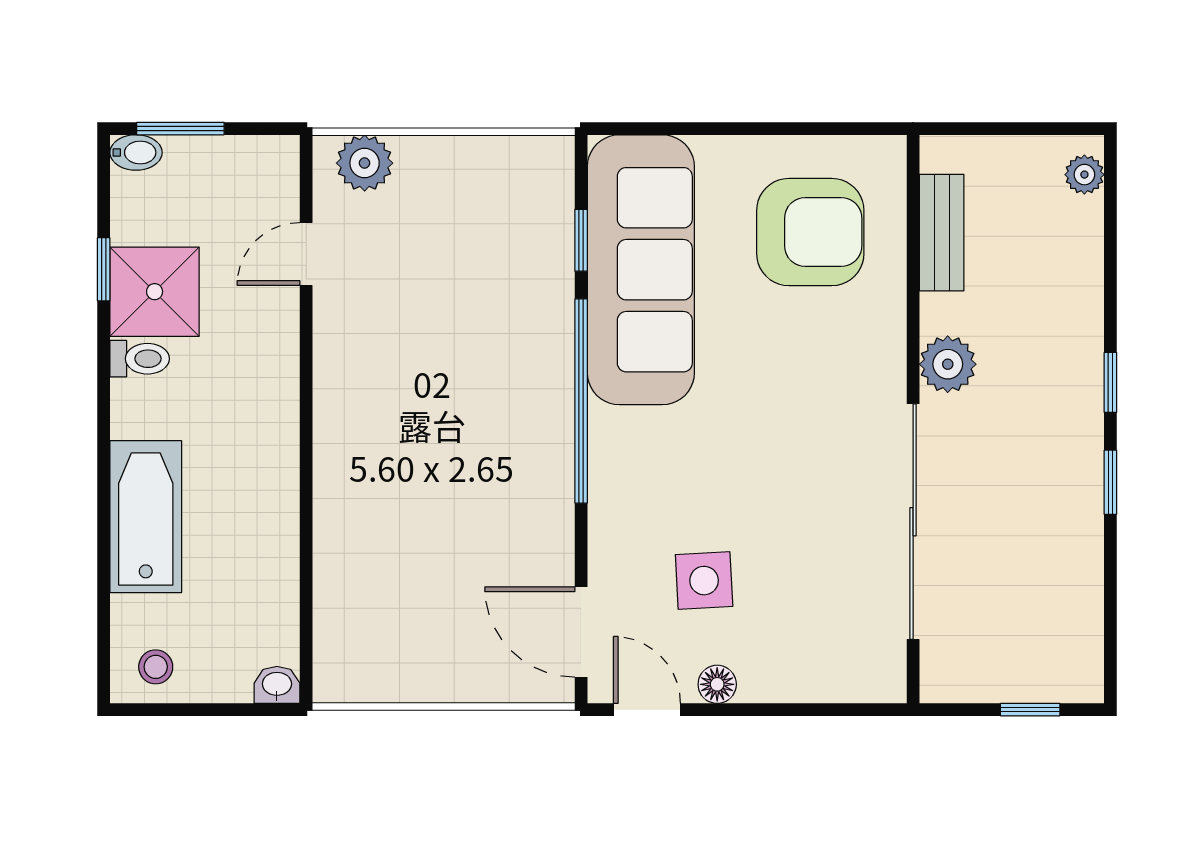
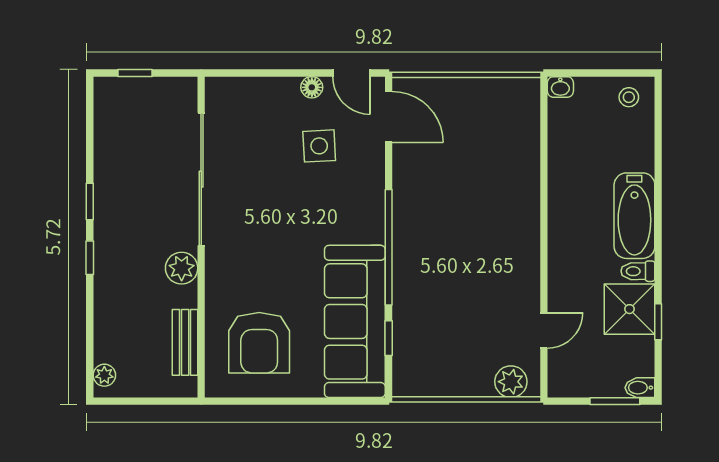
armchair: (810, 232) -> (259, 343), turned -90
bathtub: (146, 517) -> (634, 216), moved

